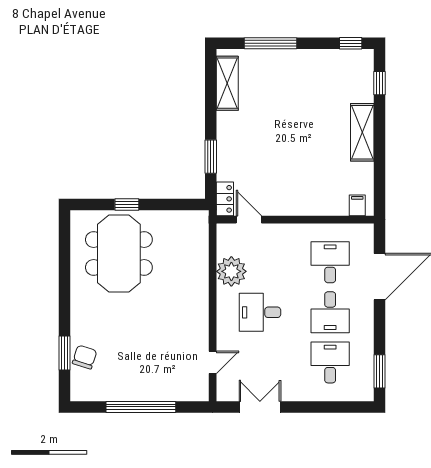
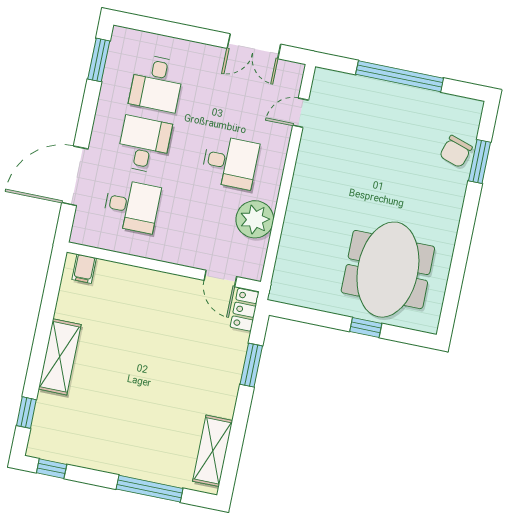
desk: (330, 262) -> (132, 206), turned -90

